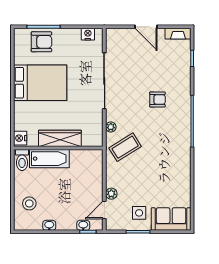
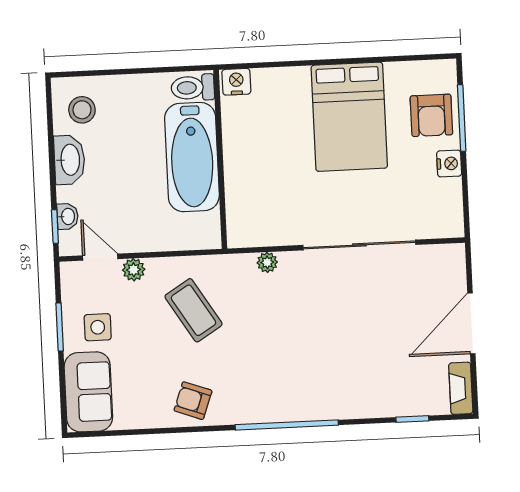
door: (146, 27) -> (471, 323), width x1.36
nightstand: (88, 34) -> (449, 164), moved
armchair: (157, 100) -> (193, 401), moved, turned 110
wardrobe: (60, 138) -> (240, 161), removed
coffee table: (125, 147) -> (193, 310), moved
bathtub: (49, 159) -> (192, 157), width x1.36, depth x1.36
stool: (29, 203) -> (82, 110), moved
washbasin: (49, 225) -> (69, 160), width x1.91, depth x1.45

